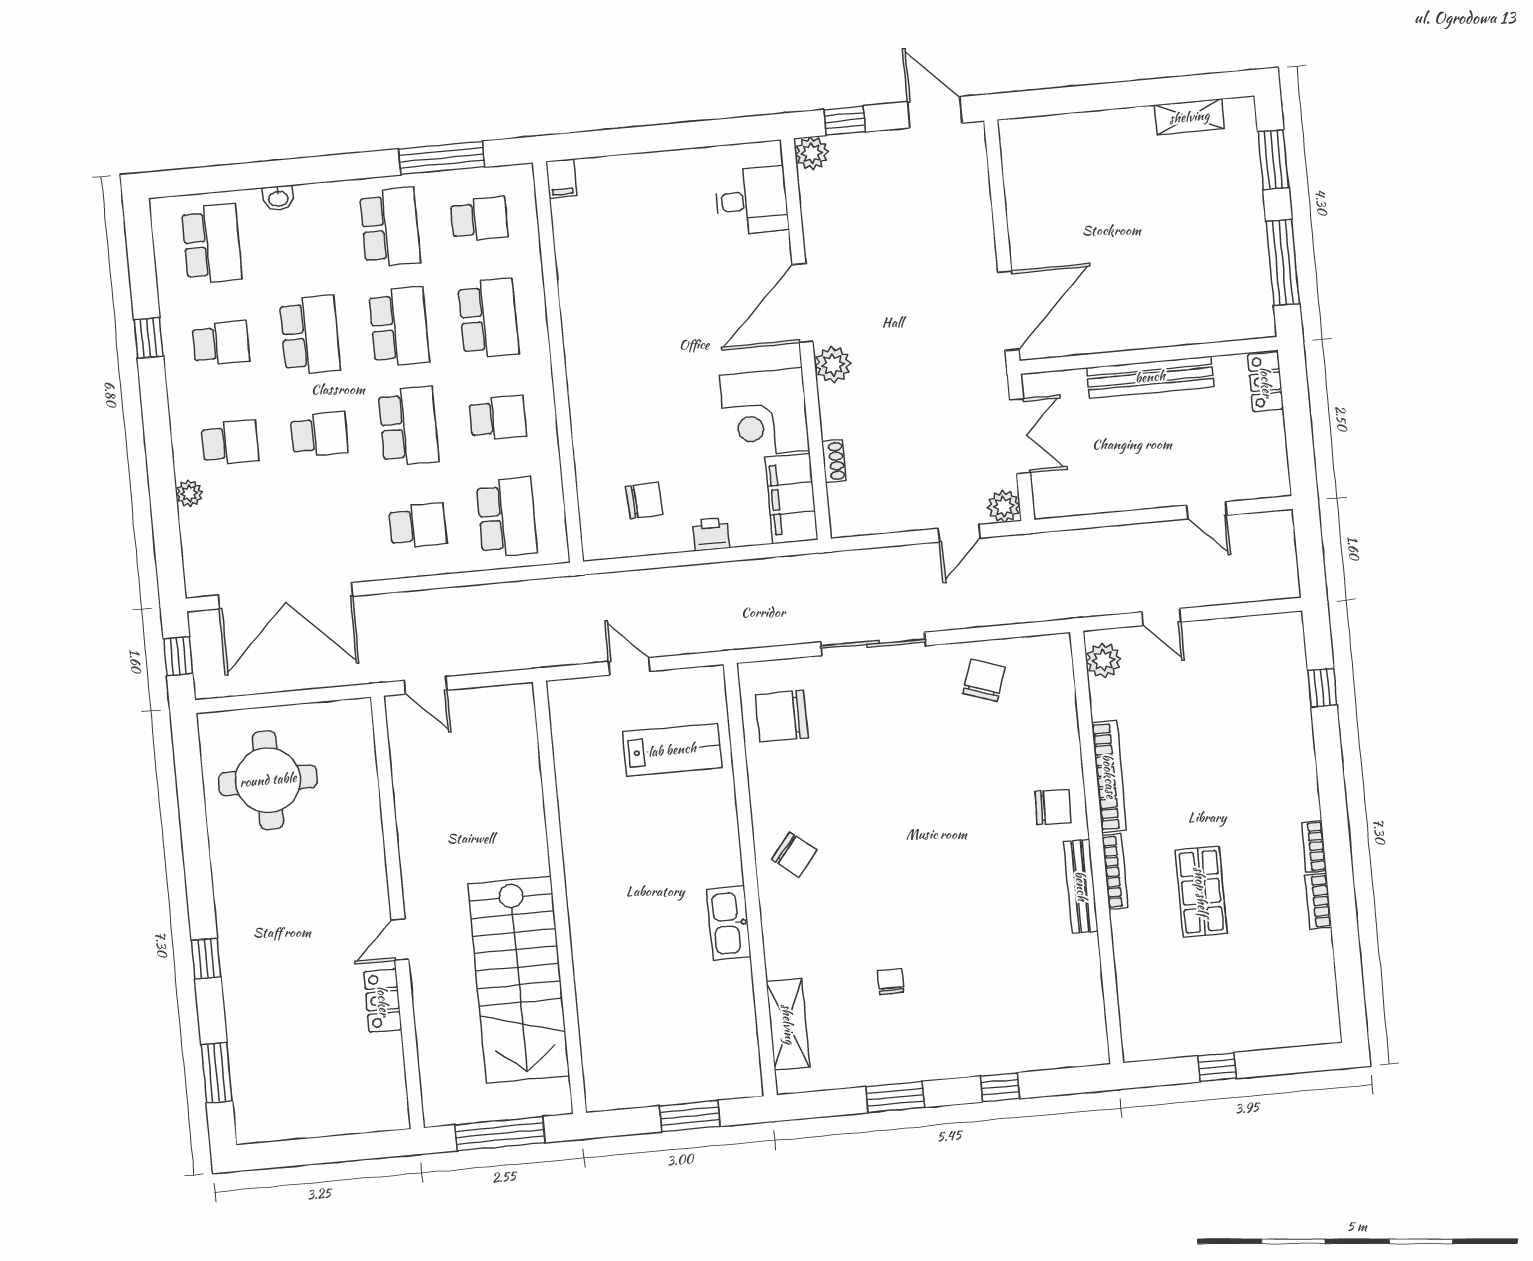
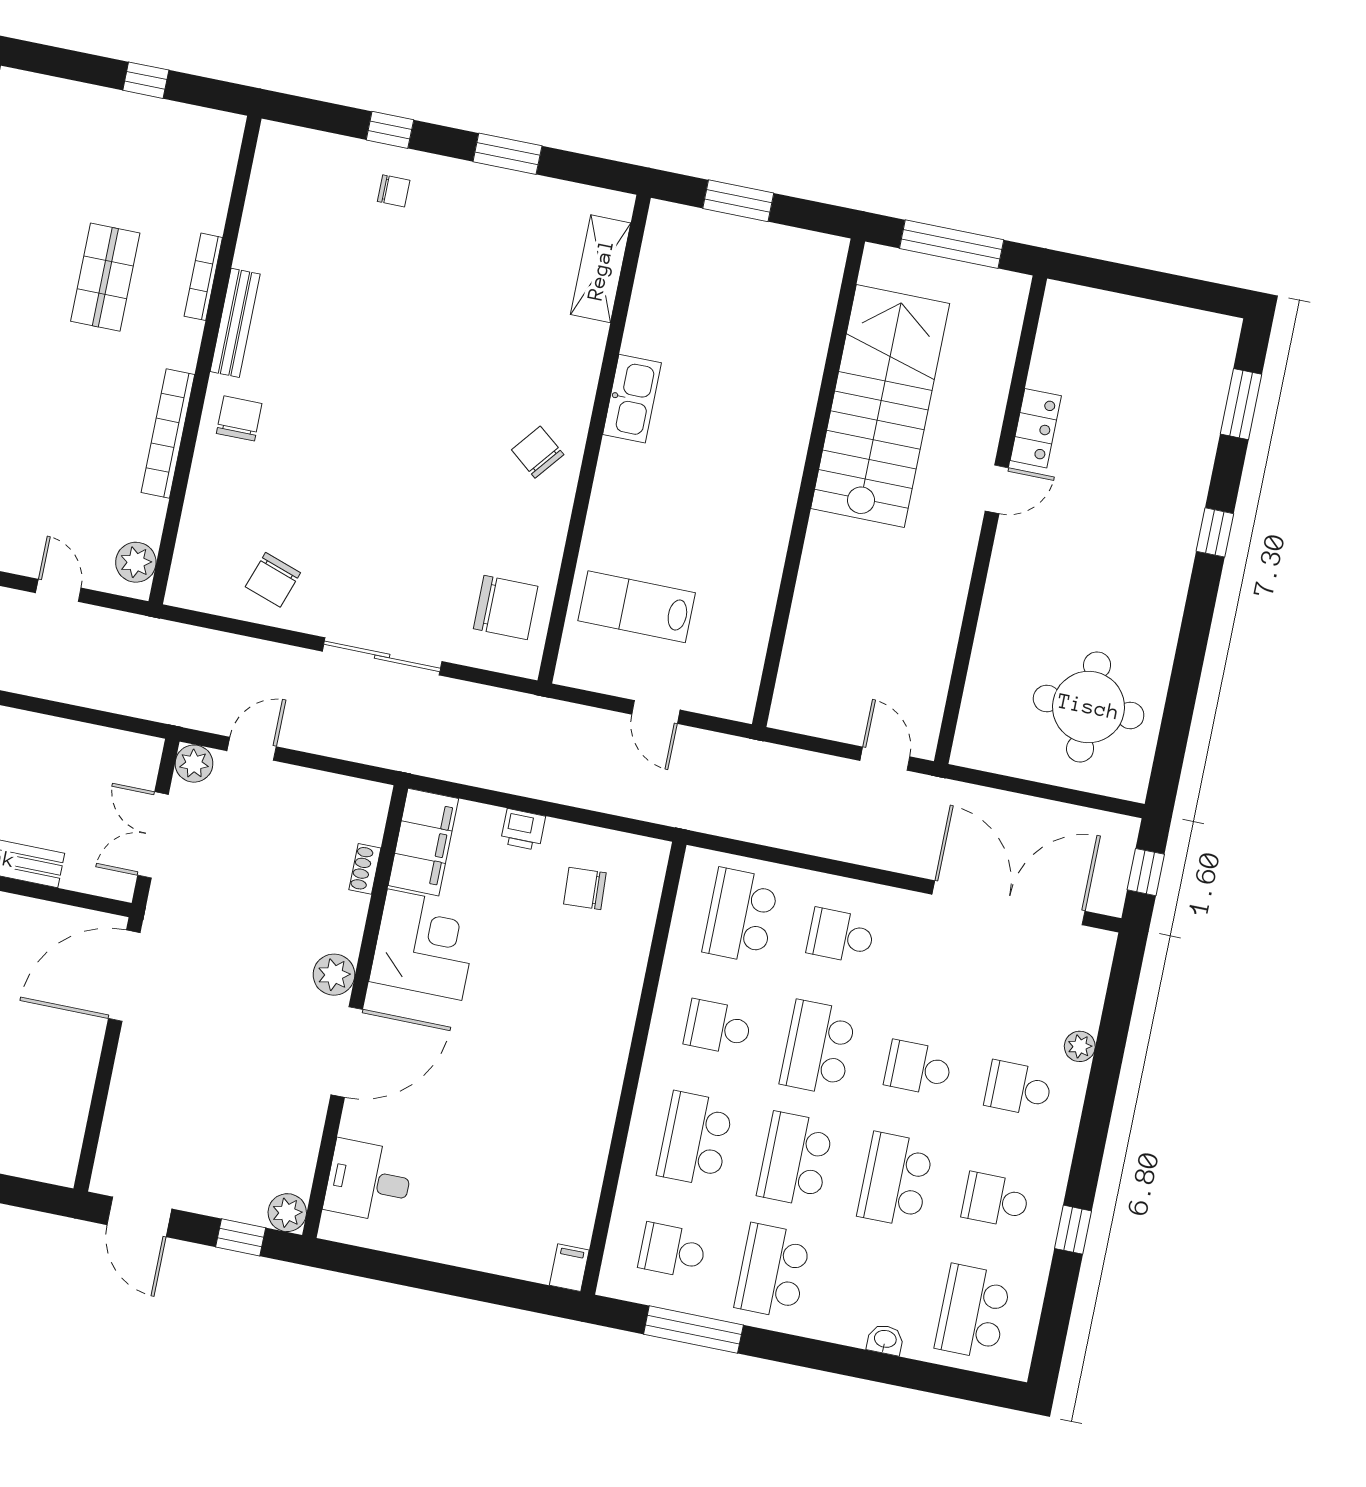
chair: (1053, 807) -> (239, 418), turned 88
bookcase: (1115, 872) -> (203, 277), moved
chair: (891, 982) -> (394, 191), moved, turned -90

